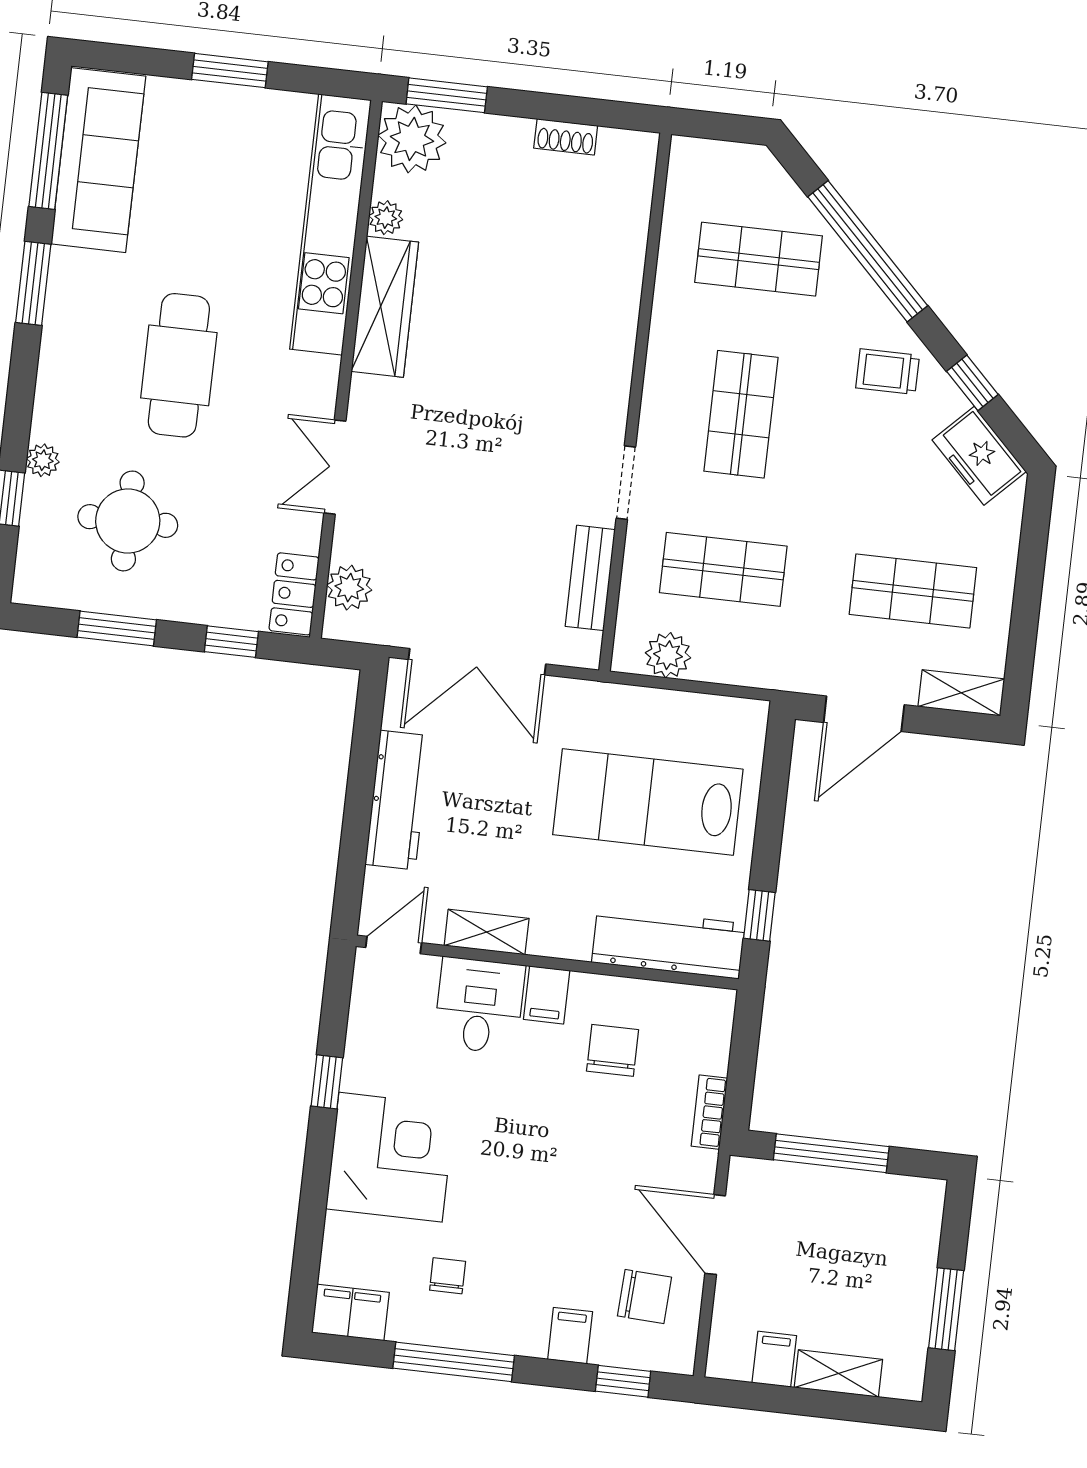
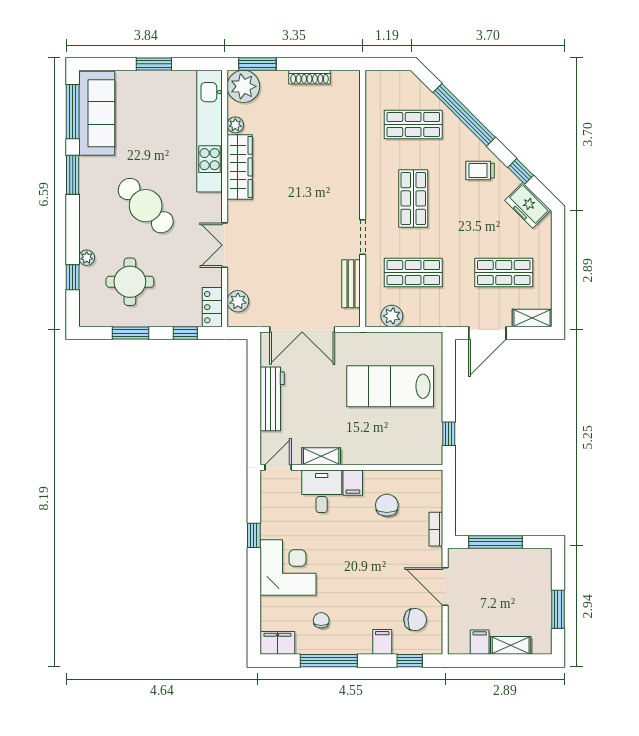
shoe rack: (566, 137) -> (310, 77), width x1.43
cafe table: (179, 365) -> (146, 206), turned -45
workbench: (668, 943) -> (407, 452), removed

